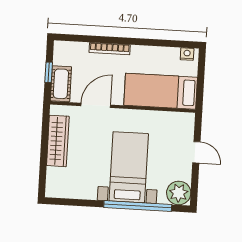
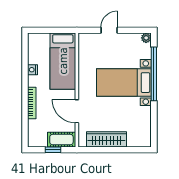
nightstand: (187, 54) -> (32, 70), moved
plant: (179, 193) -> (146, 38), width x0.53, depth x0.53

